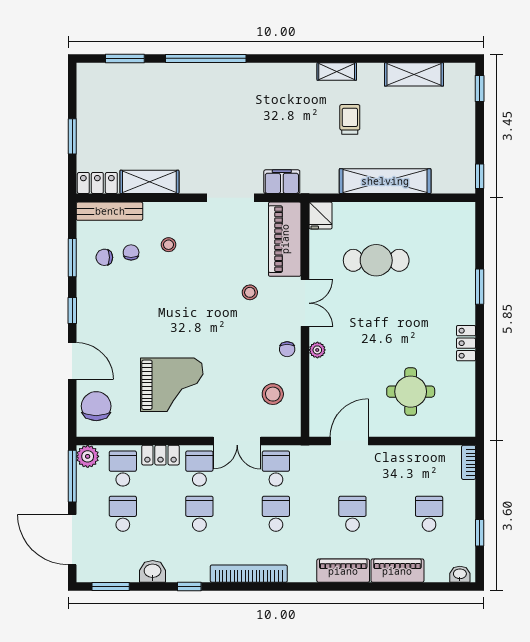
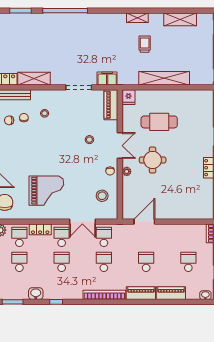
piano: (285, 239) -> (111, 105), width x0.73, depth x0.75
round table: (411, 392) -> (153, 160), moved
bookcase: (249, 574) -> (104, 295), moved

